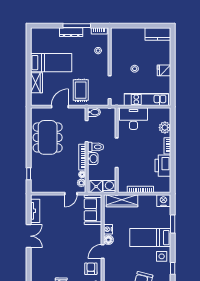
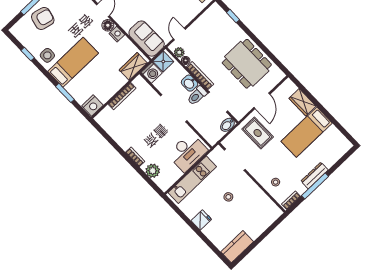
printer: (163, 166) -> (122, 136), removed
wardrobe: (122, 201) -> (133, 66), width x0.67

